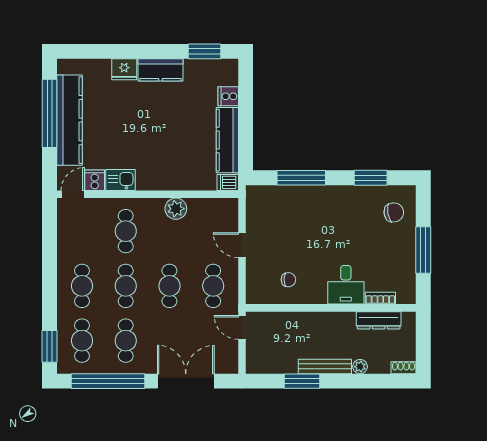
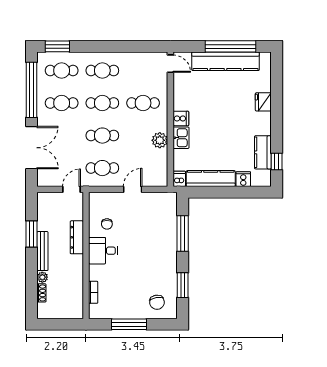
window: (205, 51) -> (277, 162), width x0.67
kitchen counter: (160, 70) -> (263, 152), moved
cooker: (95, 180) -> (181, 118), moved
kitchen sink: (121, 180) -> (181, 138), moved
desk: (346, 285) -> (103, 251), moved
dresser: (379, 320) -> (77, 237), moved
shoe rack: (404, 368) -> (41, 293), moved

